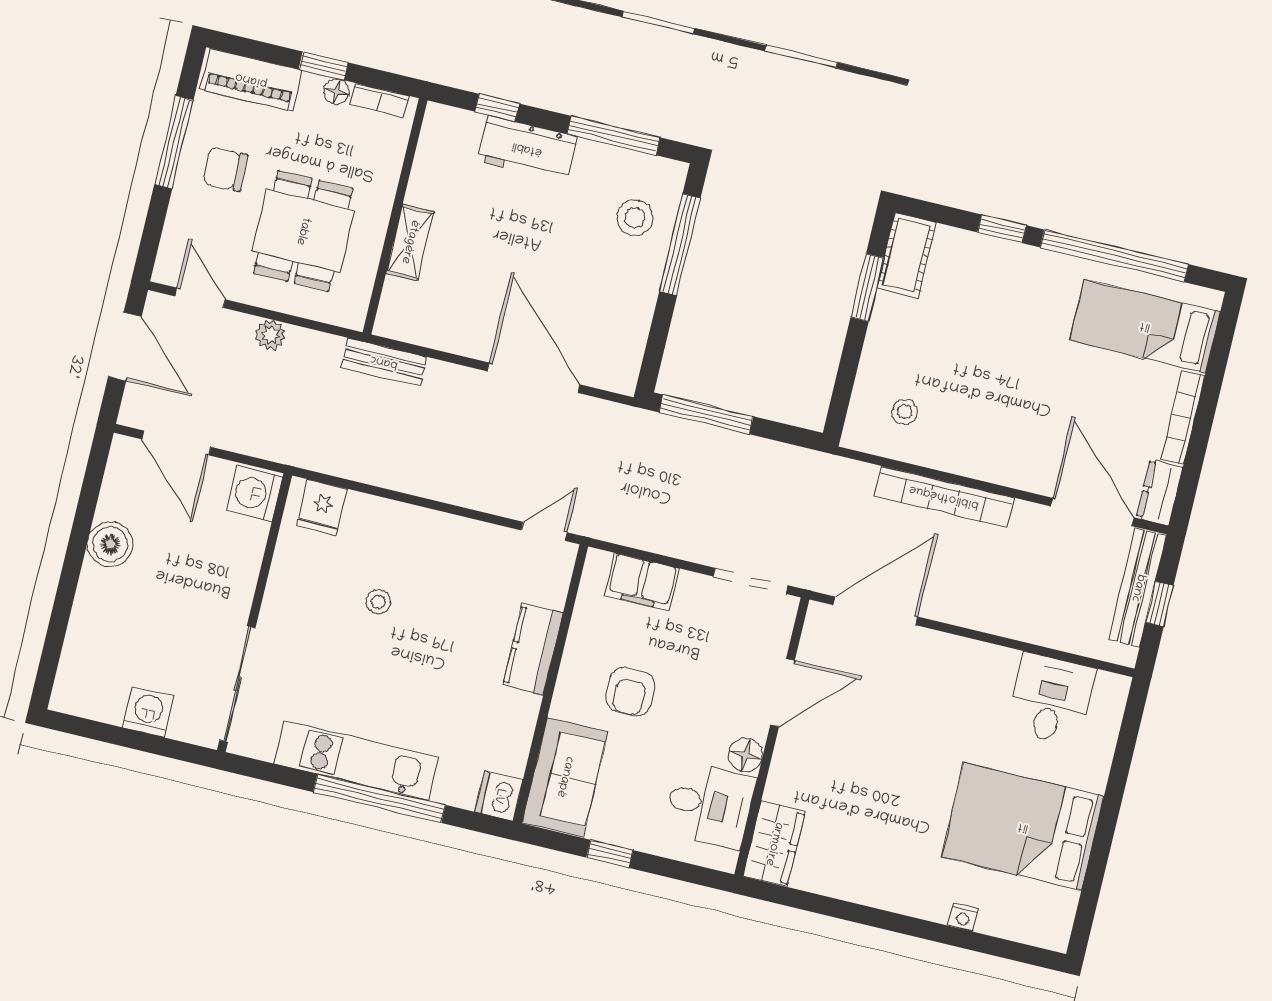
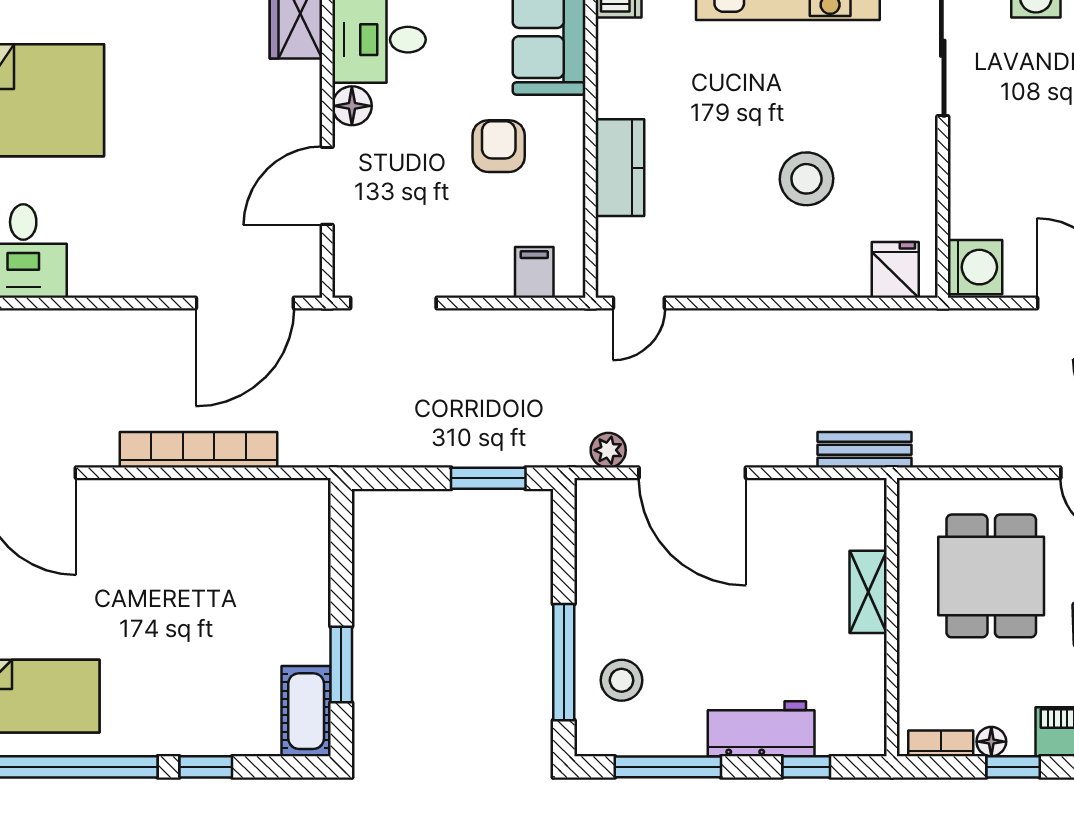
plant: (270, 335) -> (608, 450), moved
stool: (905, 412) -> (266, 535), removed
window: (706, 414) -> (488, 478), width x0.69
filing cabinet: (642, 582) -> (534, 272), width x0.50
stool: (378, 602) -> (806, 179), width x1.89, depth x1.89

